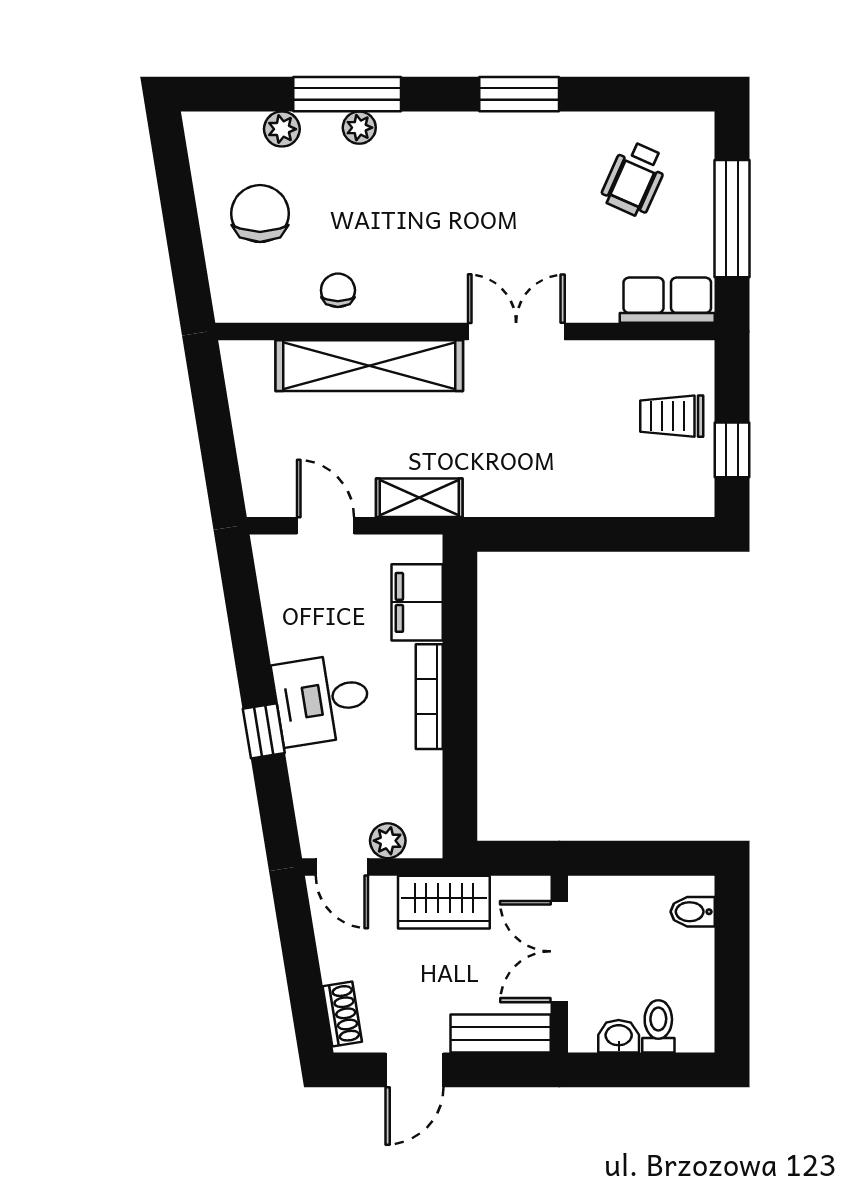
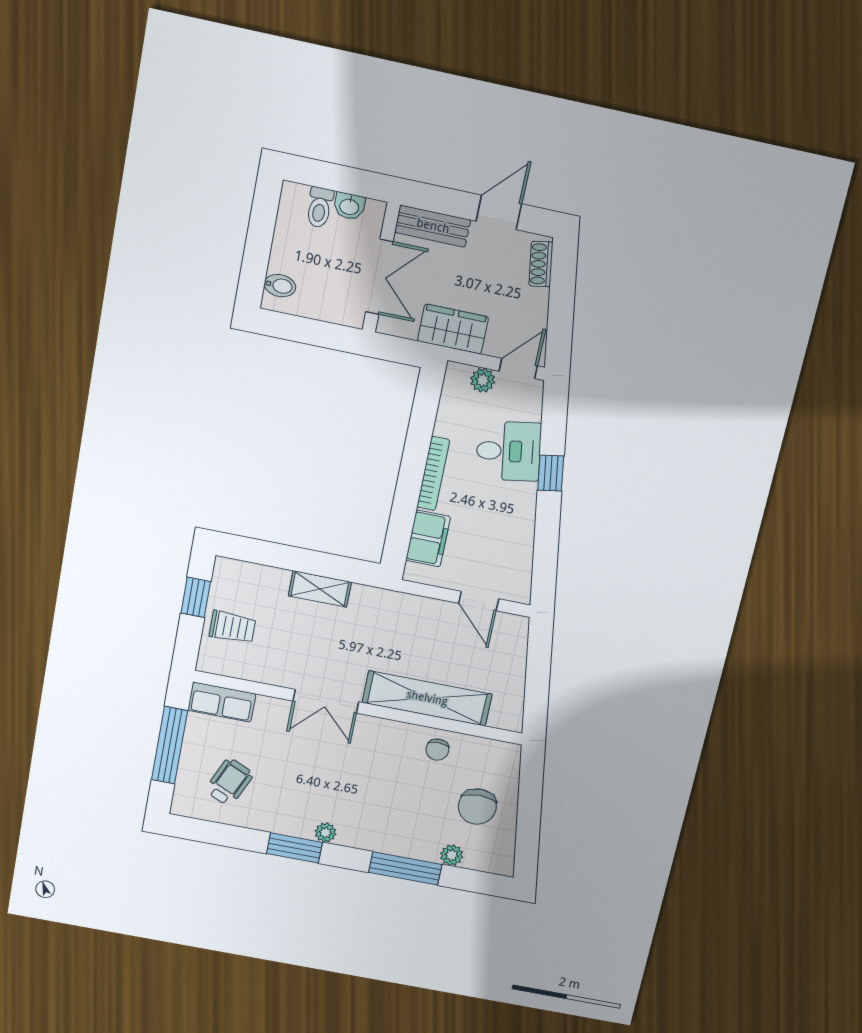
plant: (359, 128) -> (325, 833), moved
shelving: (419, 498) -> (320, 589), moved
desk: (322, 700) -> (508, 451), moved
door: (342, 867) -> (518, 368), hinge flipped

